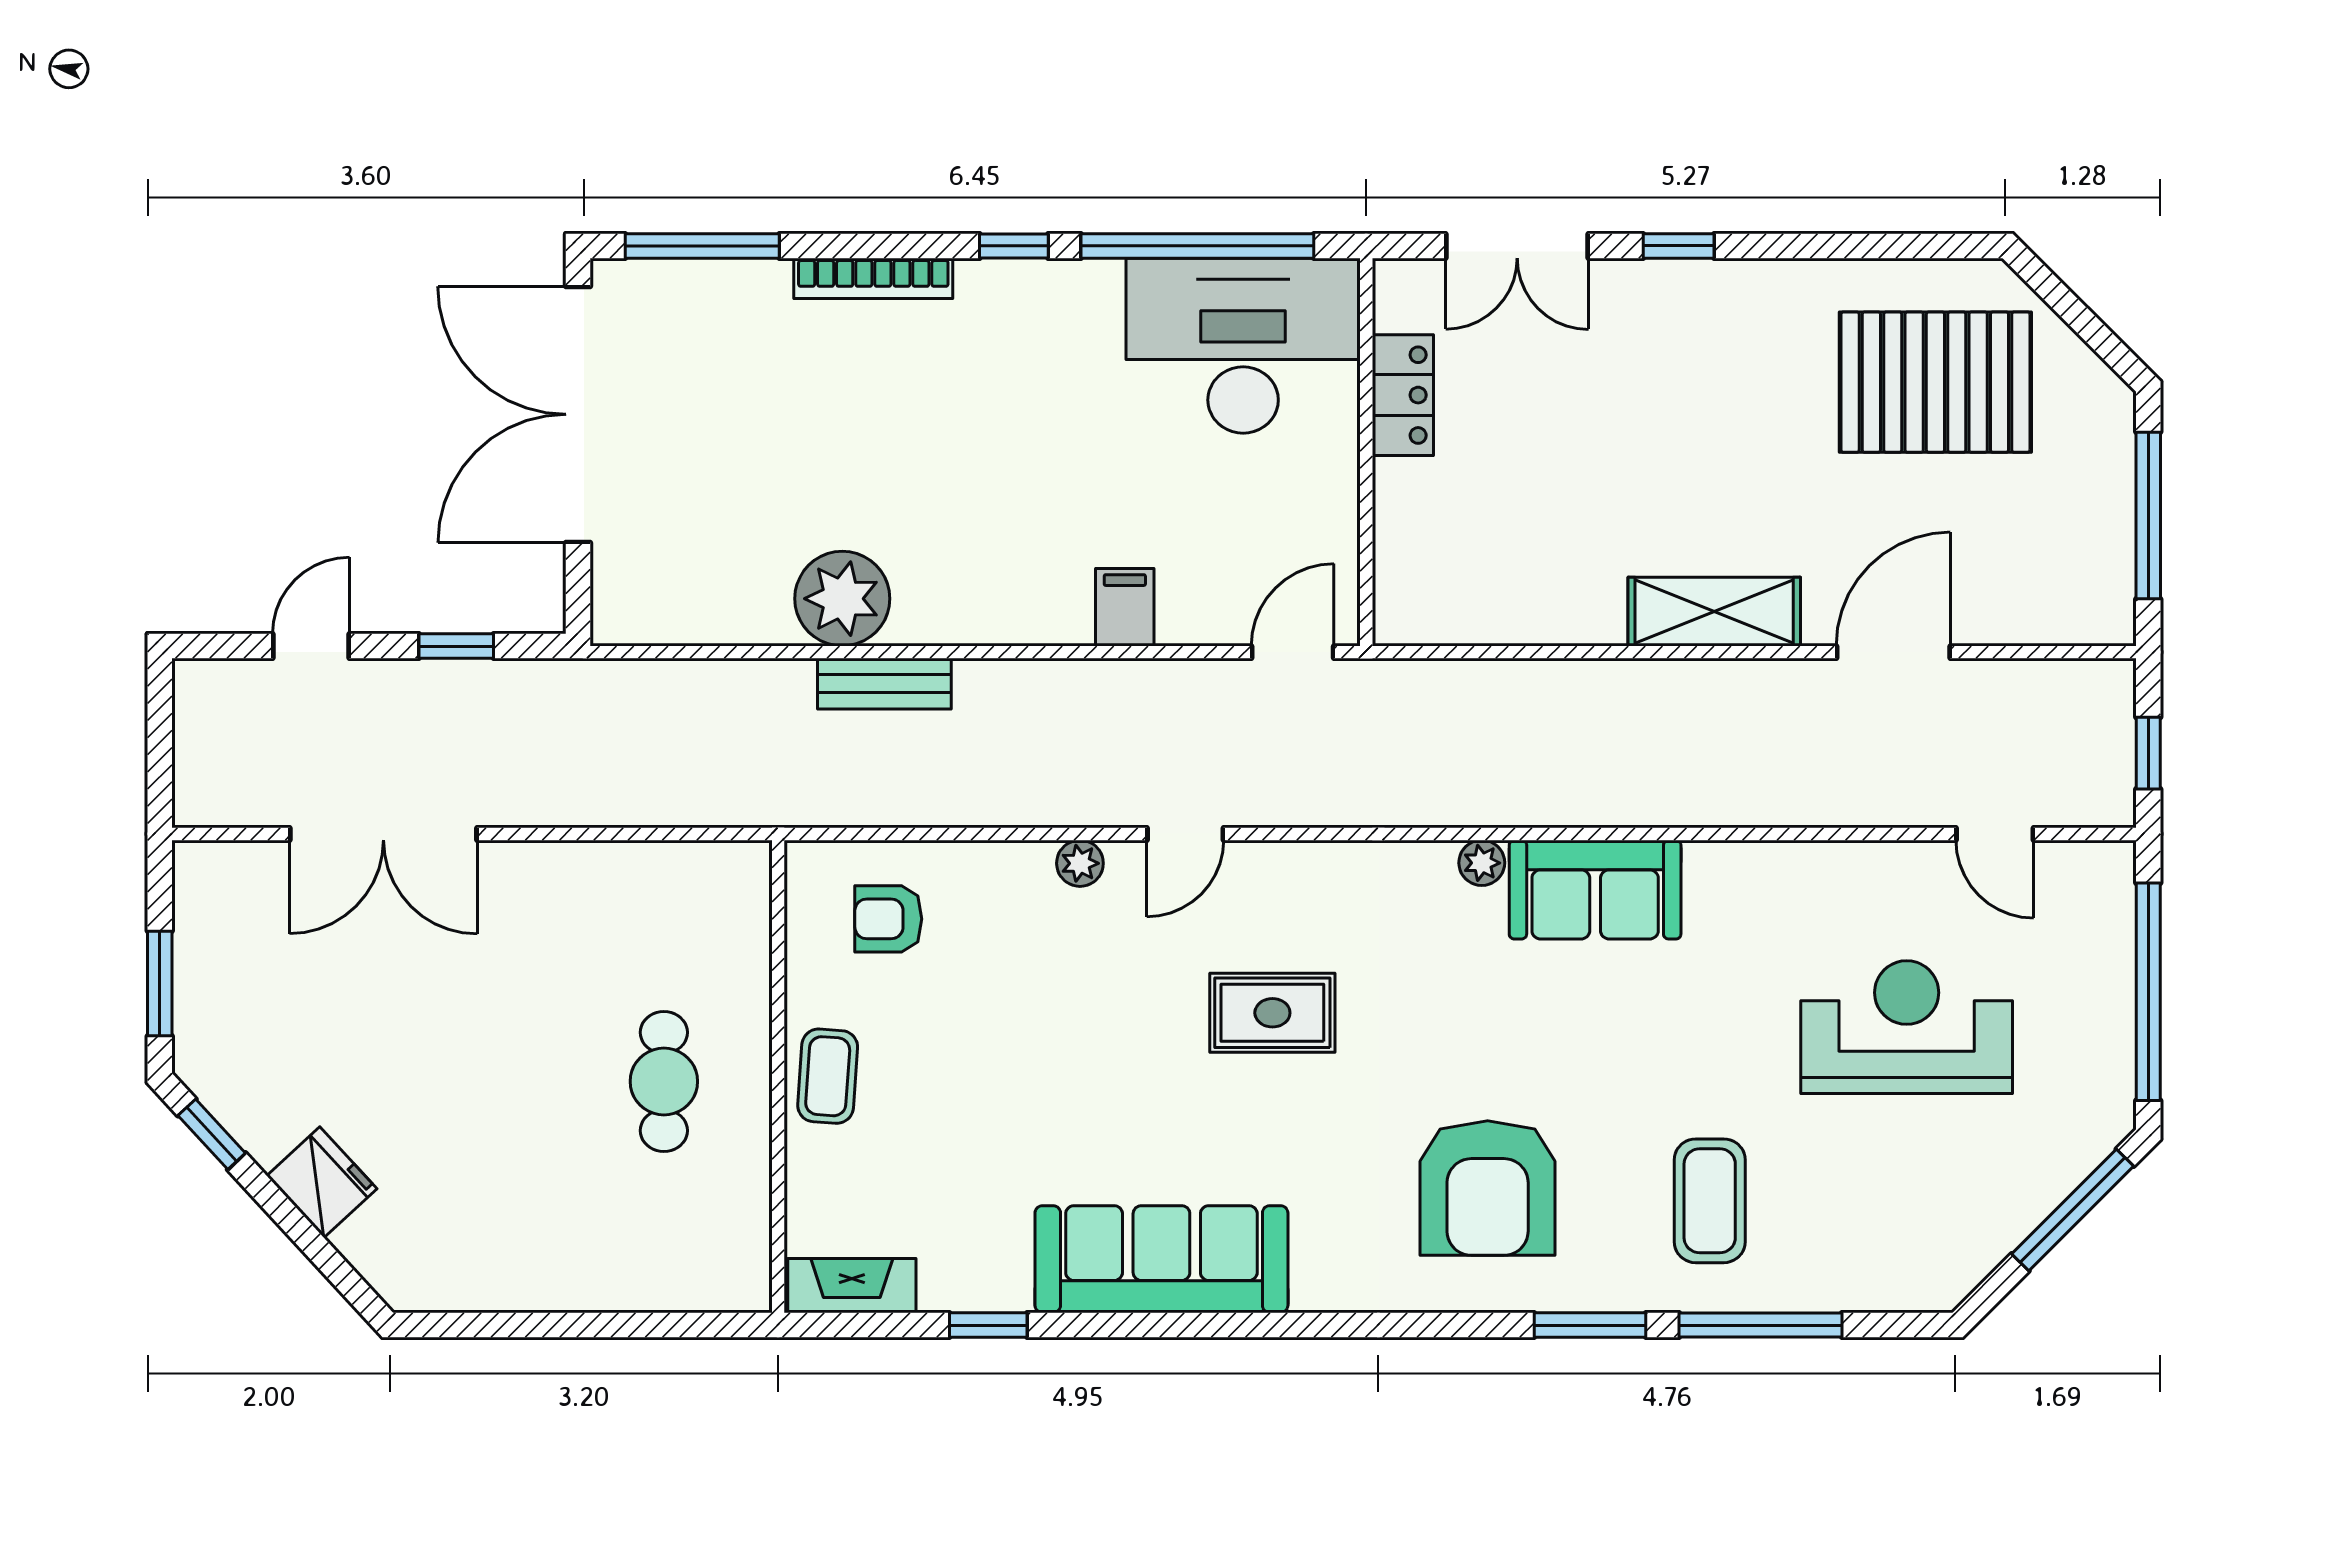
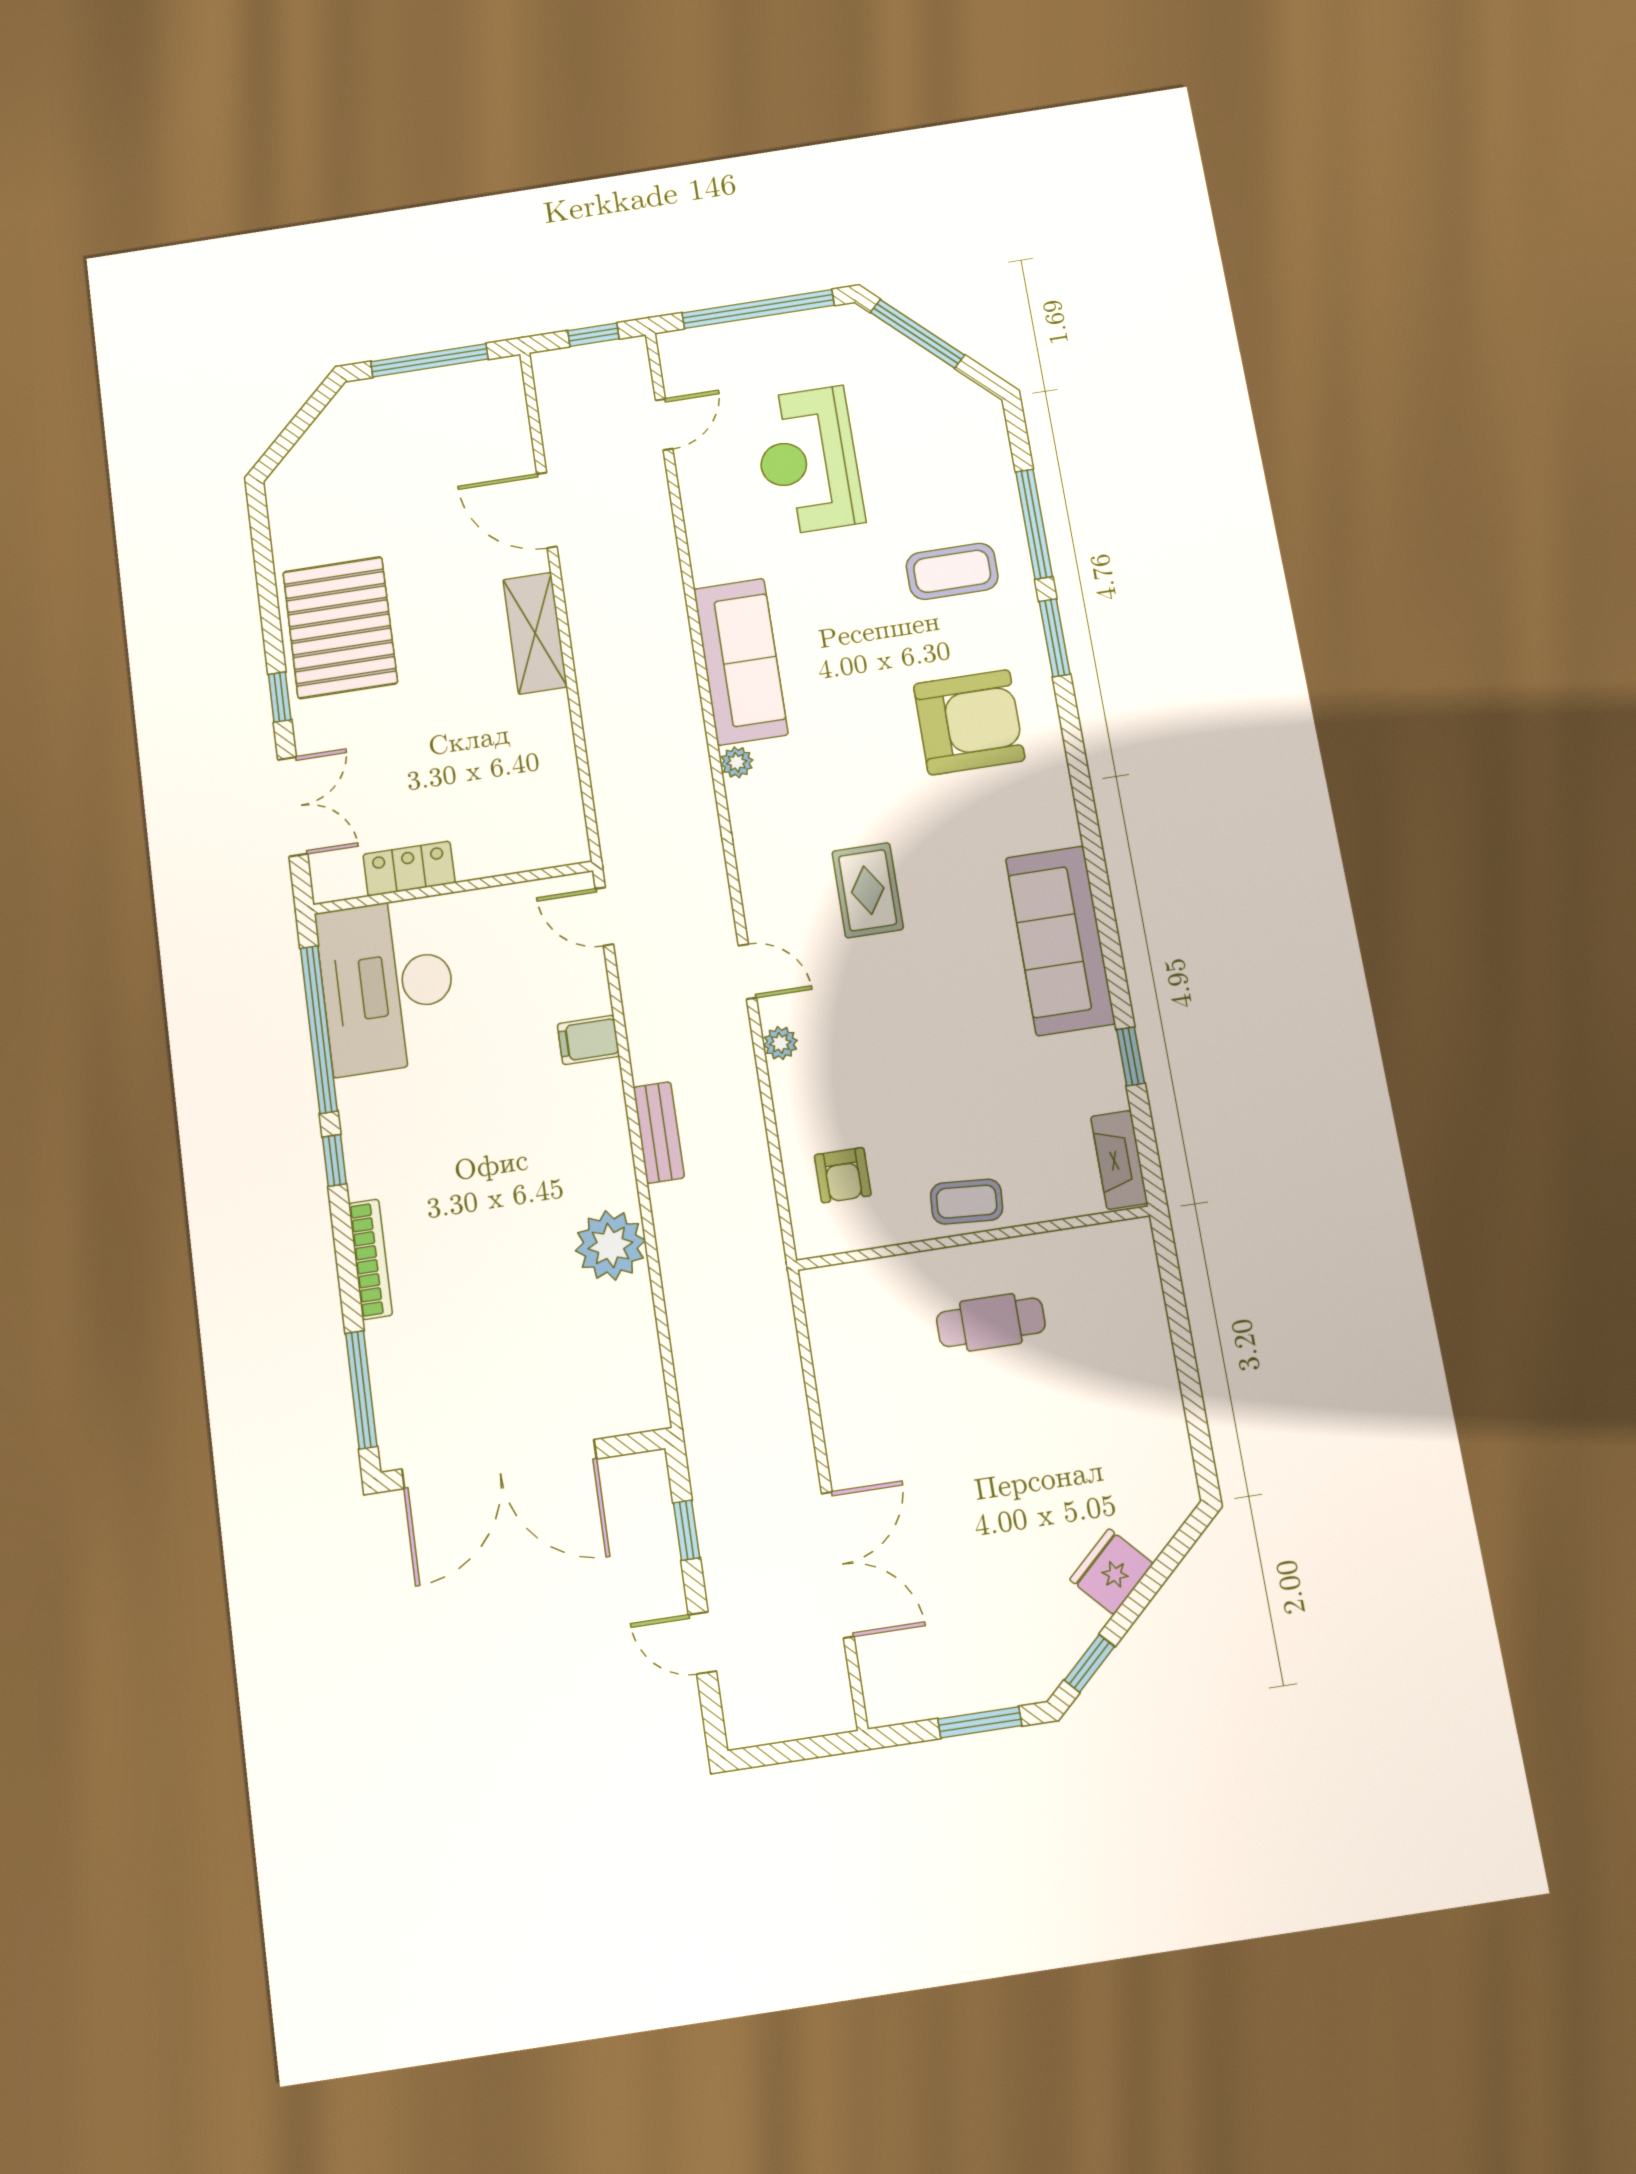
pallet: (1935, 382) -> (340, 627), moved
bench: (884, 684) -> (659, 1132), moved
sofa: (1595, 890) -> (741, 662), width x1.36

